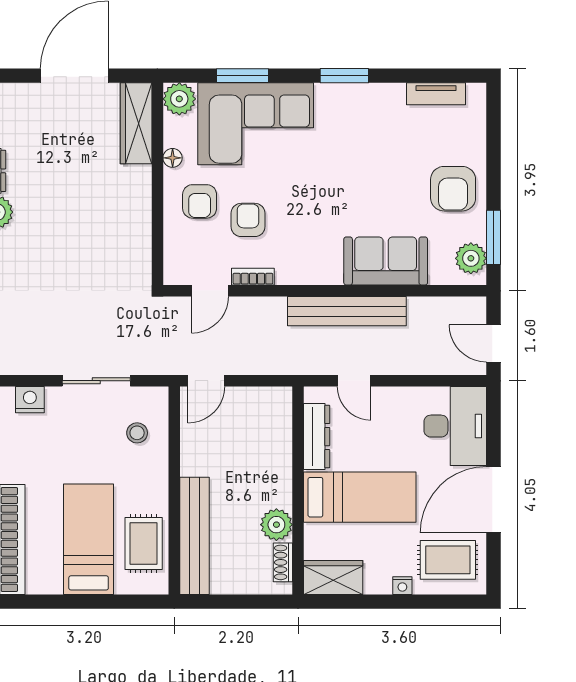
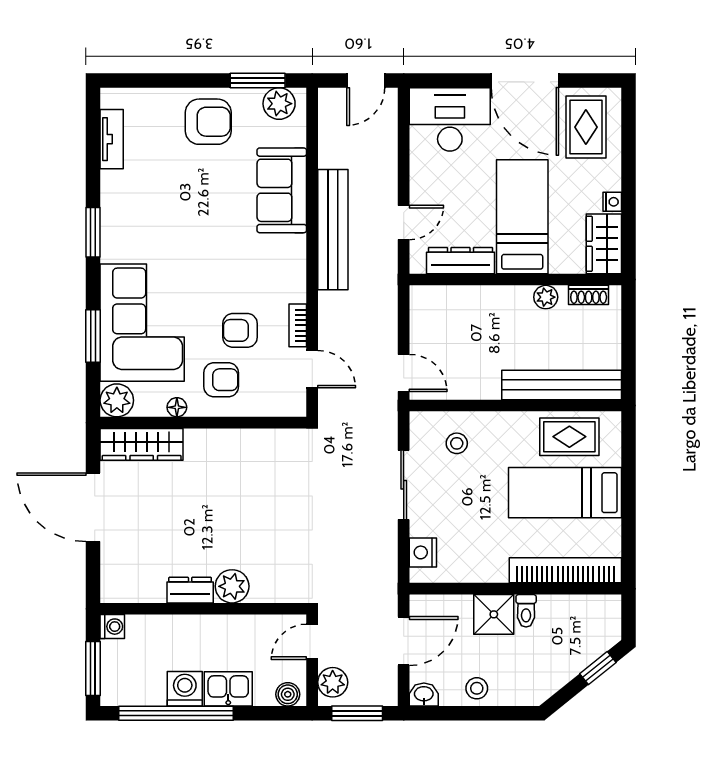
plant: (276, 525) -> (546, 297), width x0.73, depth x0.73
nightstand: (402, 586) -> (612, 202), moved

